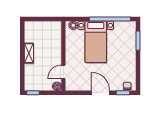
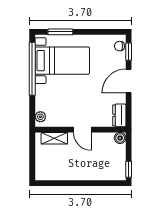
bed with nightstands: (96, 42) -> (62, 61), moved
shelving: (29, 53) -> (54, 138), moved
door: (63, 72) -> (82, 130), moved
dresser: (74, 86) -> (119, 115), added

